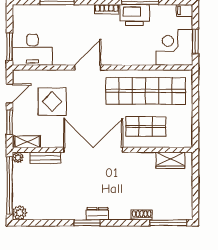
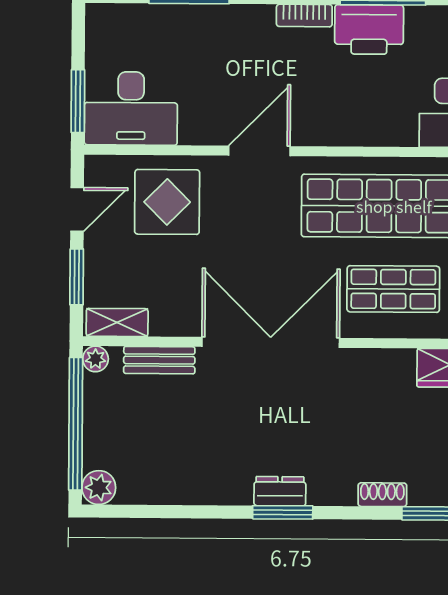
display table: (52, 101) -> (167, 202), moved
window: (87, 223) -> (283, 512), moved

